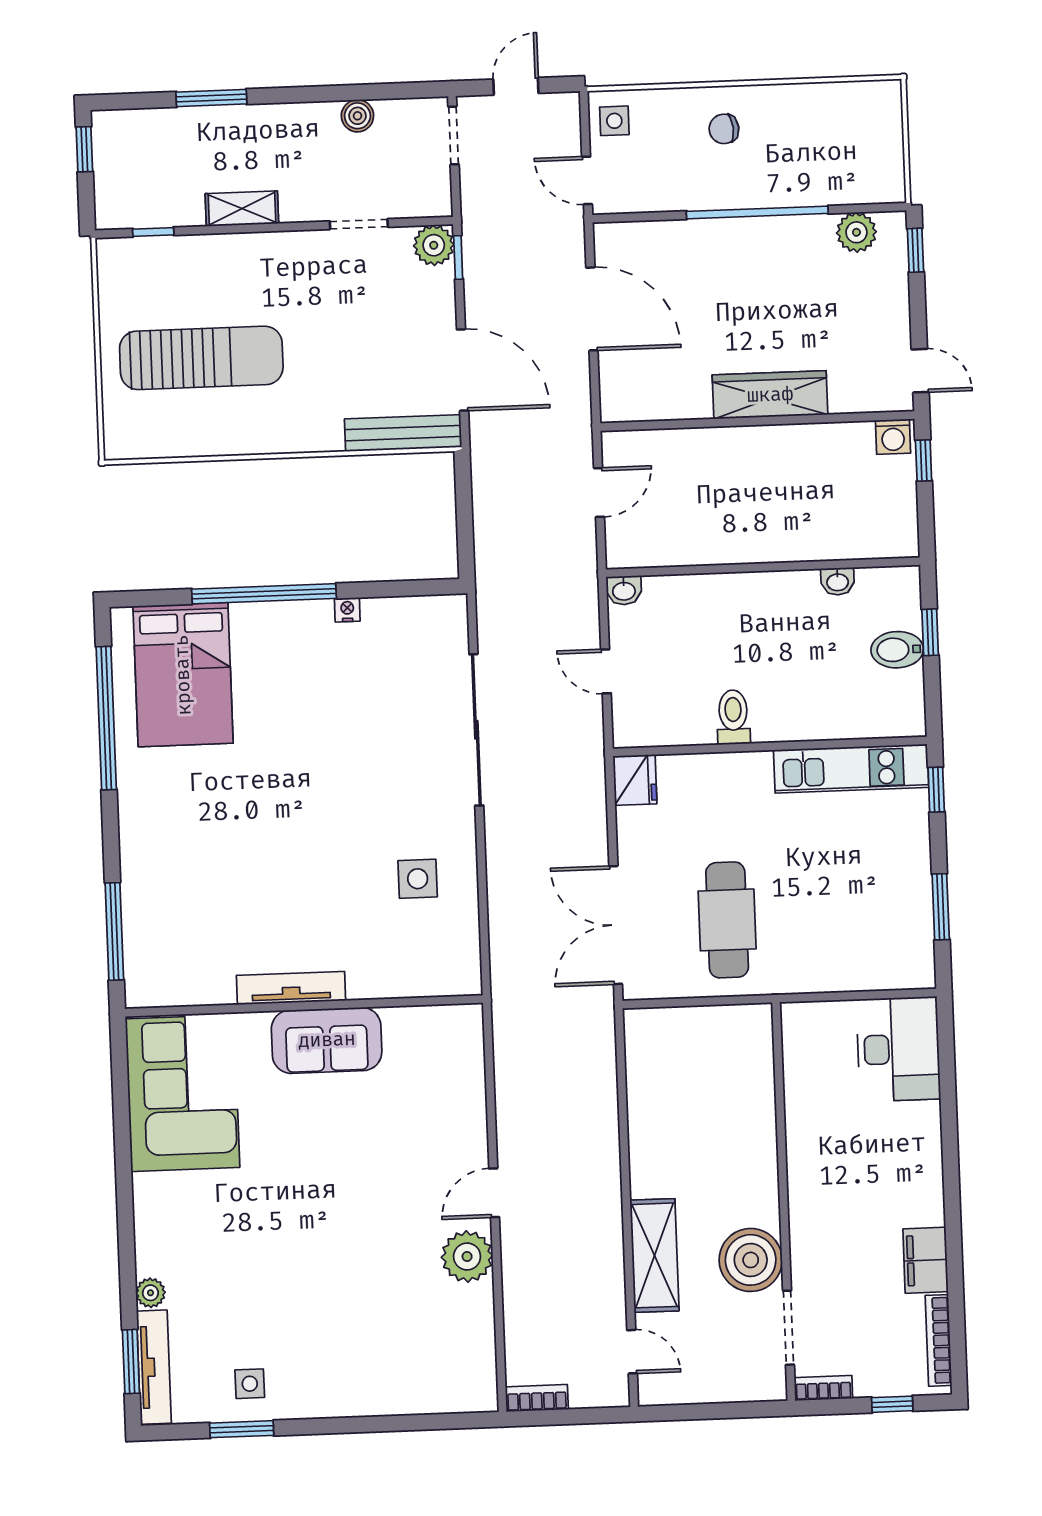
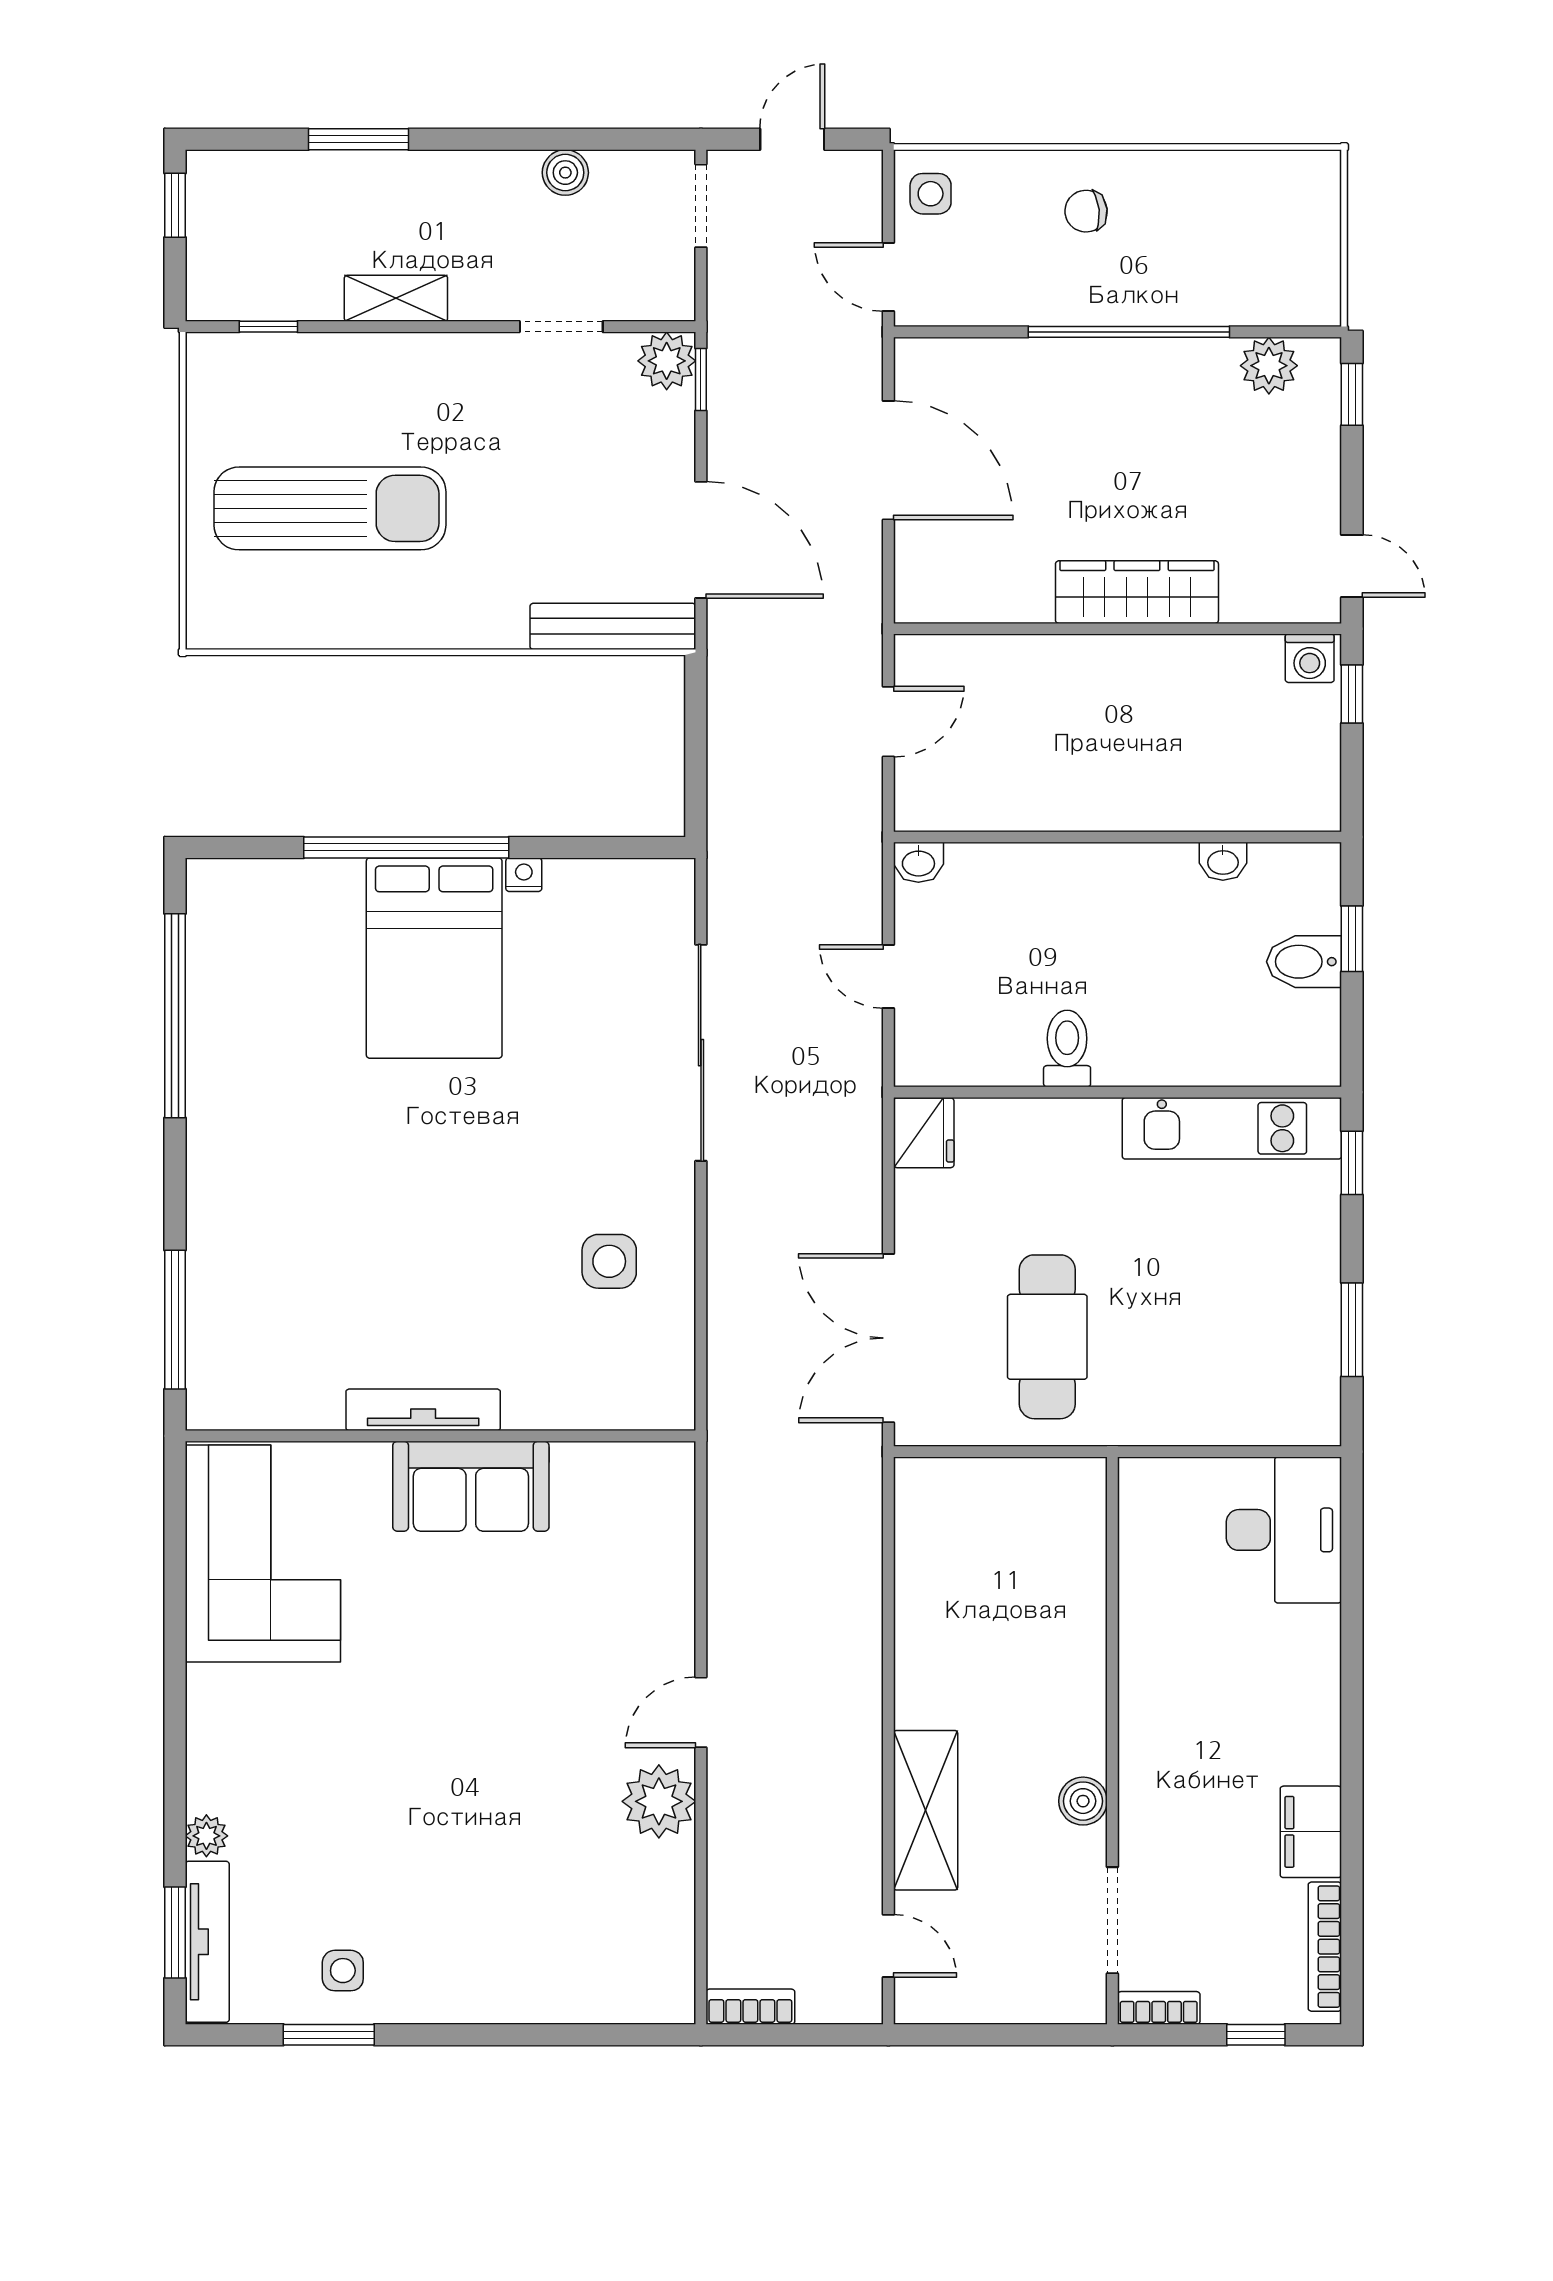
bed: (183, 675) -> (434, 958), moved
boiler: (751, 1260) -> (1083, 1801), width x0.54, depth x0.54

